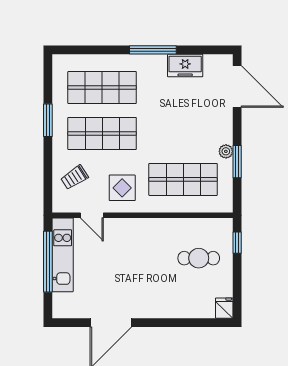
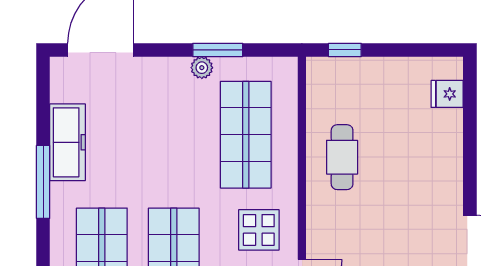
freezer: (185, 66) -> (68, 142), width x1.40
cafe table: (199, 258) -> (342, 157), moved
fridge: (224, 308) -> (447, 94), moved

